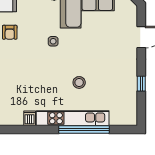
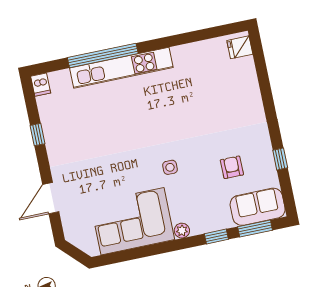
stool: (79, 82) -> (123, 118), removed
dishwasher: (30, 118) -> (41, 85), moved

